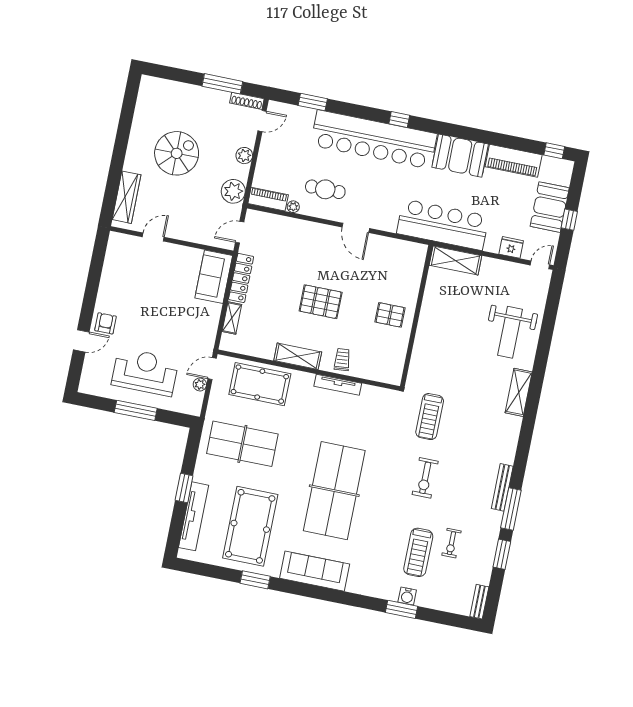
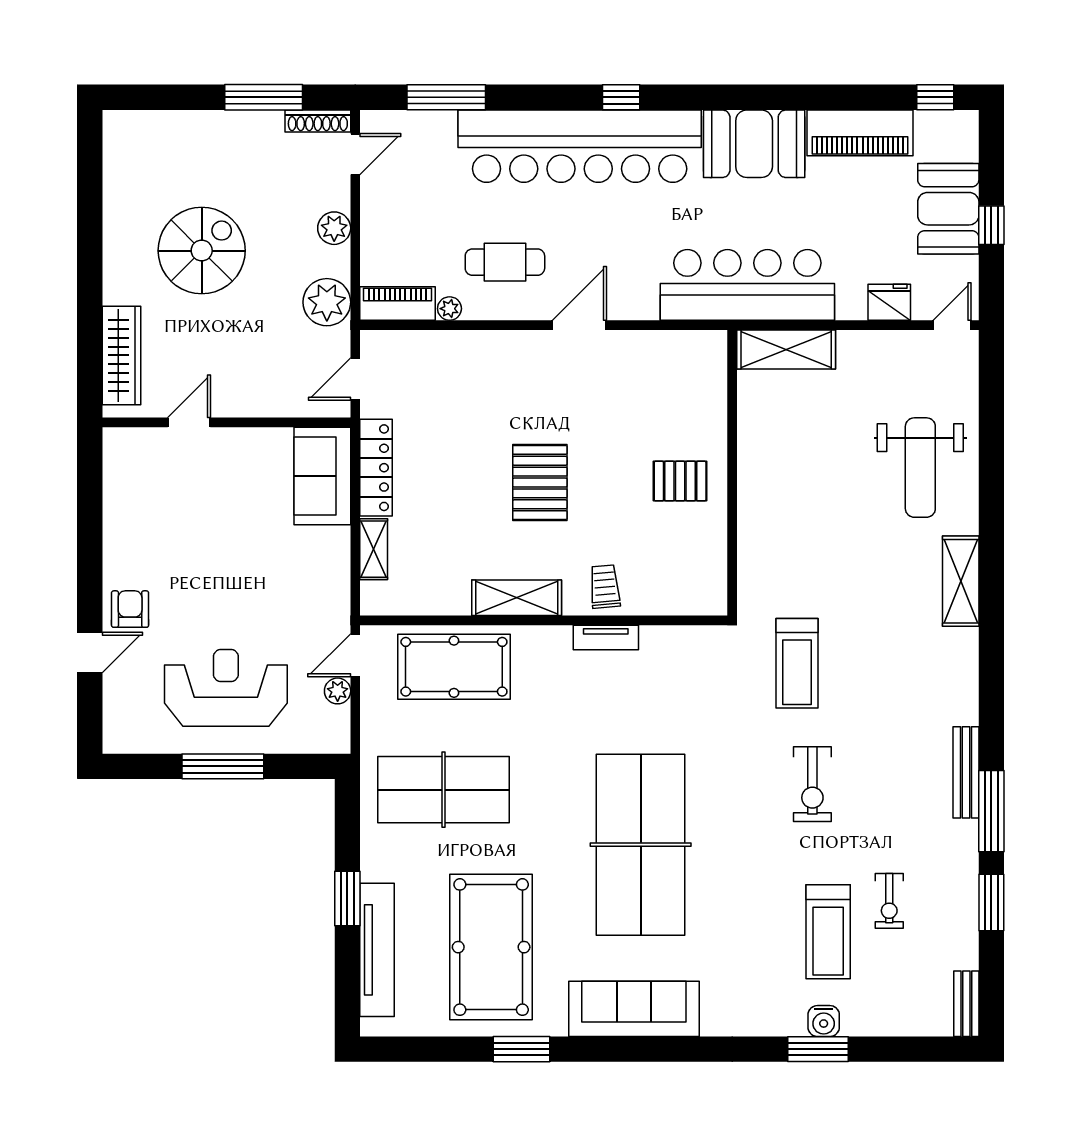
window: (313, 102) -> (446, 97), width x1.44
door: (356, 228) -> (579, 325), swing flipped
pallet: (321, 302) -> (540, 483), turned 90
tv unit: (338, 385) -> (606, 637), width x0.71

